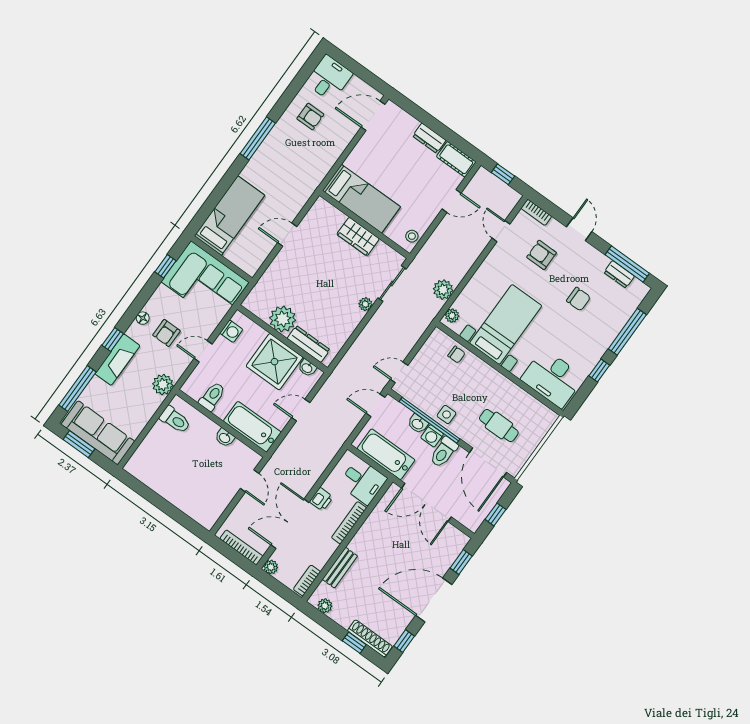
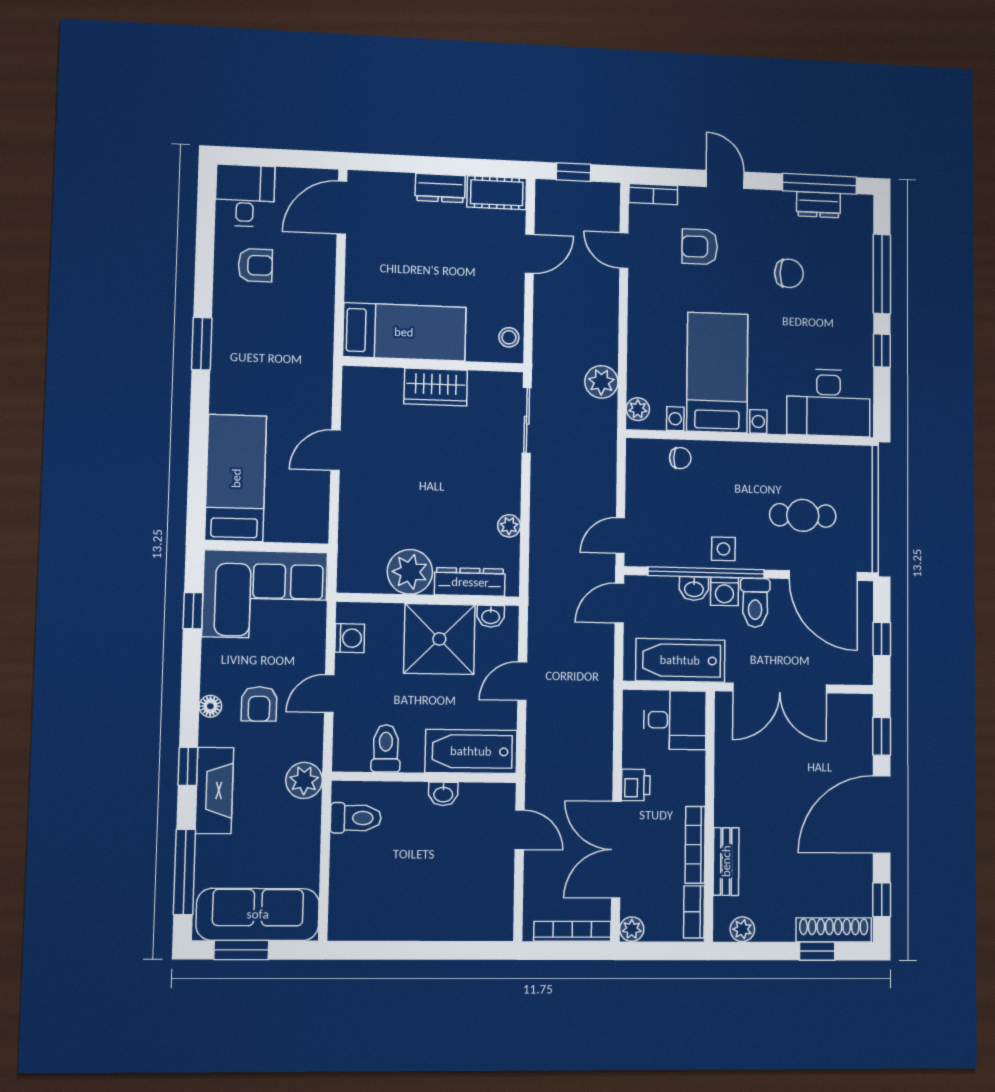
window: (258, 138) -> (202, 344), width x0.69
plant: (365, 304) -> (509, 526), moved
bookcase: (349, 523) -> (695, 845), moved

